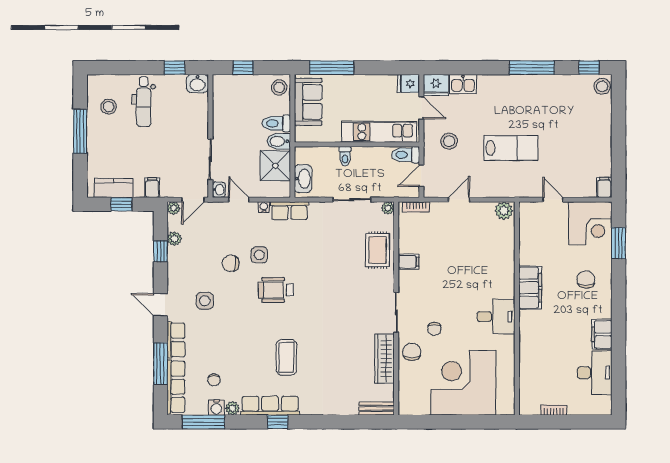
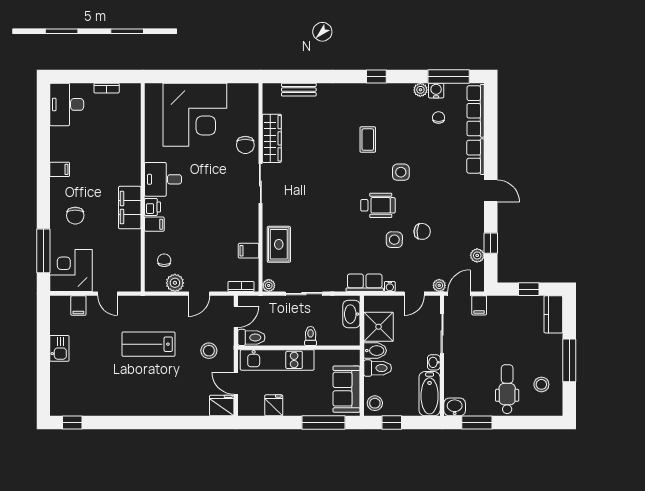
window: (175, 68) -> (477, 423), width x1.50
window: (243, 68) -> (392, 423), moved
window: (532, 68) -> (128, 423), removed
fridge: (408, 83) -> (274, 405), moved, turned -90
kitchen sink: (463, 84) -> (59, 348), moved, turned 90
stool: (602, 86) -> (59, 404), removed
bathtub: (223, 97) -> (430, 394), added
filing cabinet: (604, 187) -> (78, 306), moved
kitchen counter: (114, 188) -> (553, 314), moved, turned 90
filing cabinet: (152, 188) -> (479, 305), moved
washbasin: (219, 190) -> (434, 362), moved
door: (239, 200) -> (414, 294), hinge flipped
plant: (174, 208) -> (439, 285), moved
plant: (504, 211) -> (175, 283), moved
window: (619, 243) -> (43, 251), width x1.44
filing cabinet: (408, 262) -> (248, 251), moved
filing cabinet: (505, 271) -> (154, 224), added
printer: (507, 288) -> (153, 207), added
side table: (205, 301) -> (401, 172), moved
chair: (434, 329) -> (164, 260), moved
filing cabinet: (602, 334) -> (60, 169), width x0.50
coffee table: (286, 357) -> (368, 140), width x0.73, depth x0.77
window: (160, 364) -> (491, 133), removed
desk: (595, 373) -> (67, 104), moved
row of seats: (270, 406) -> (384, 92), removed
bench: (377, 409) -> (299, 90), moved

